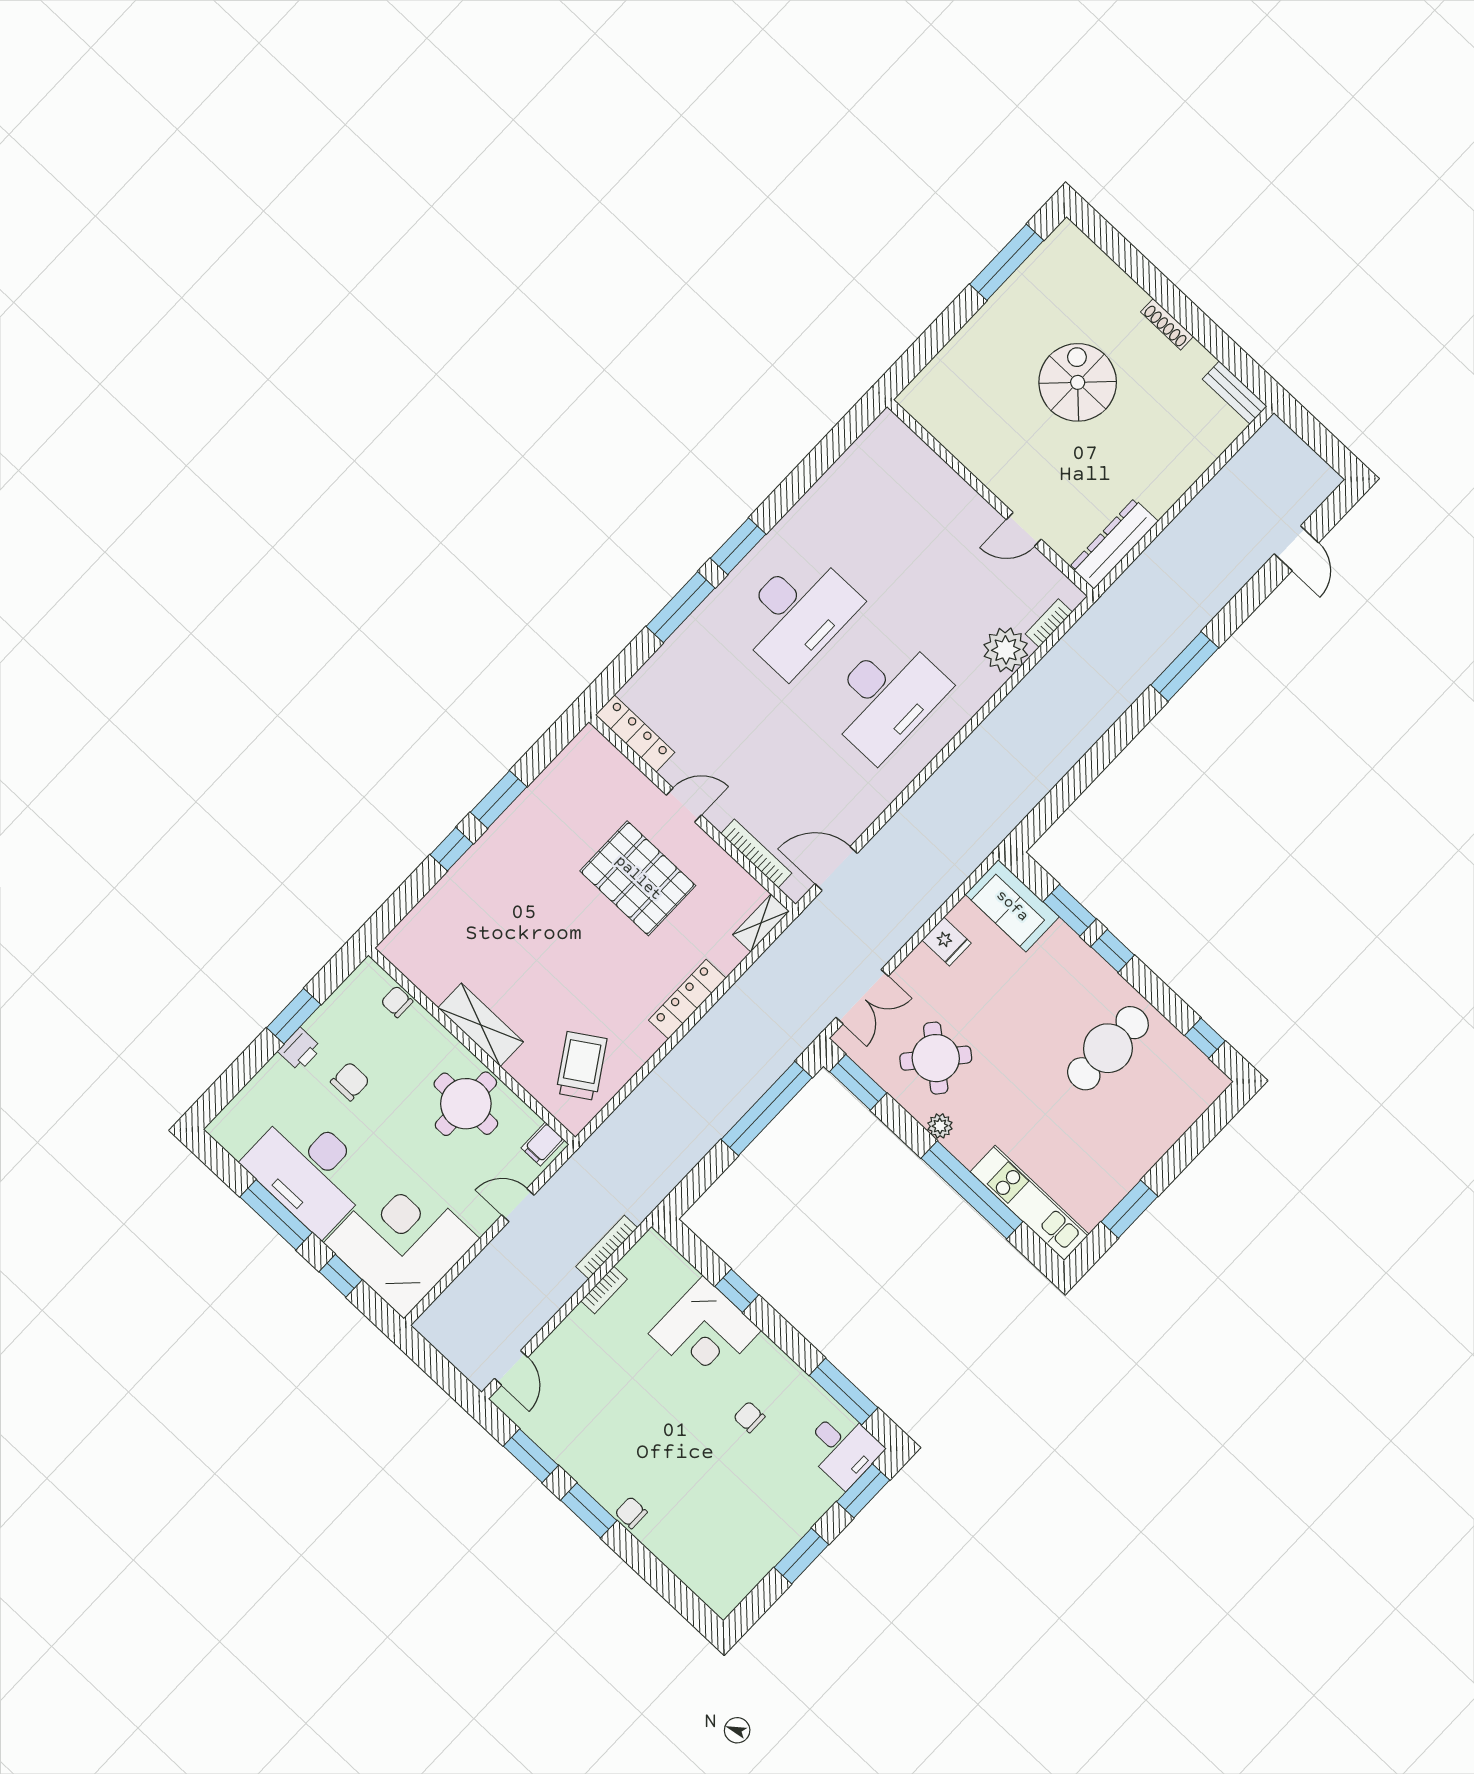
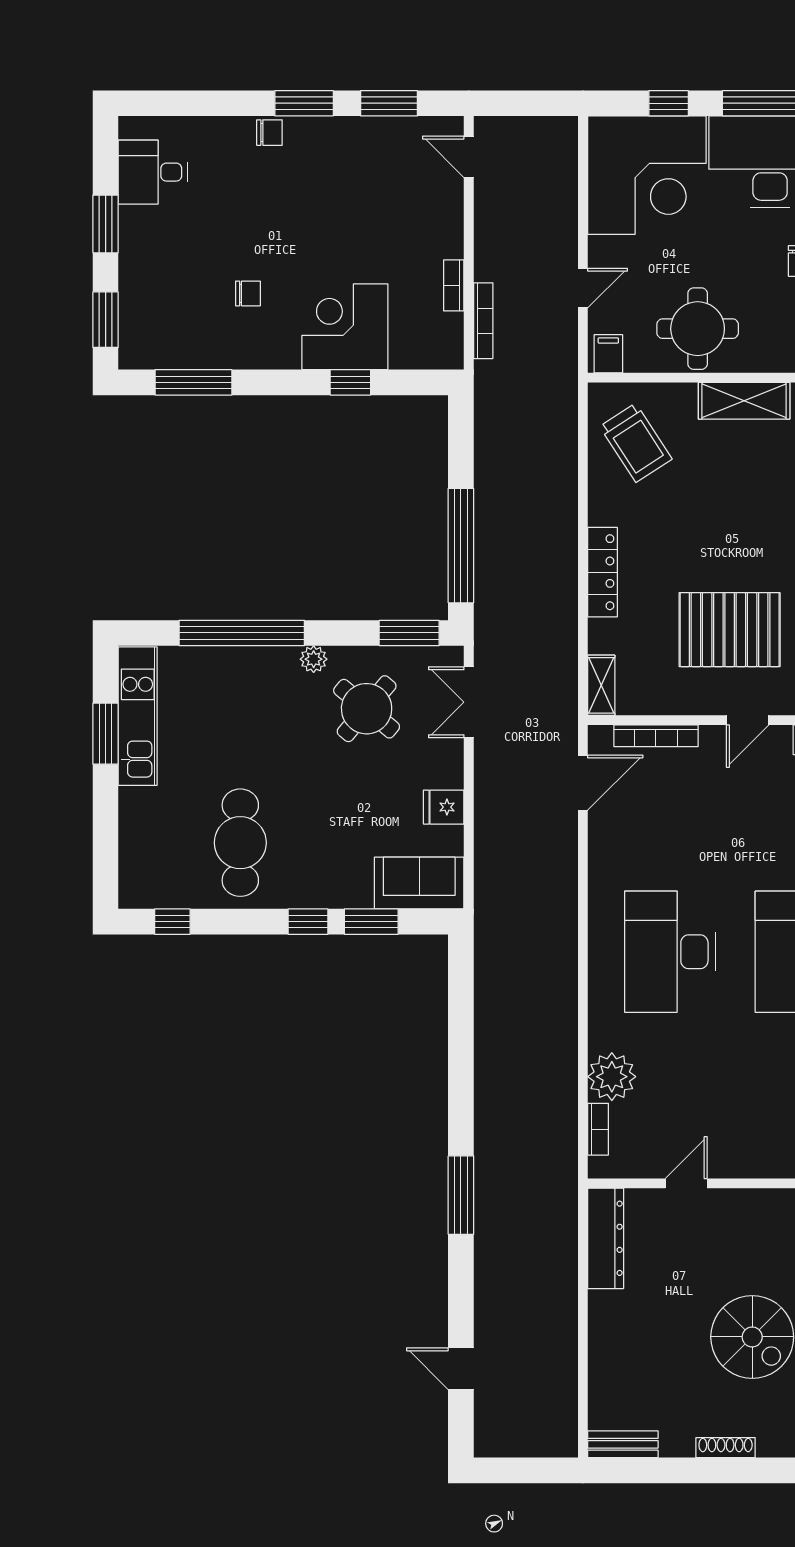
kitchen unit: (1030, 1203) -> (138, 716), moved, turned -90
desk: (843, 1448) -> (153, 172), moved

